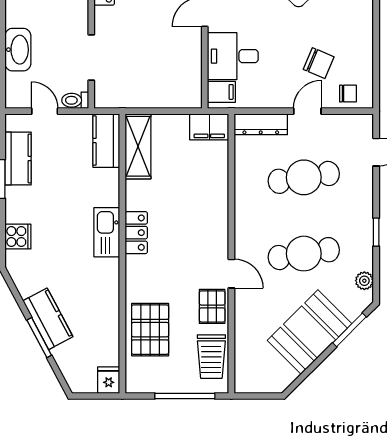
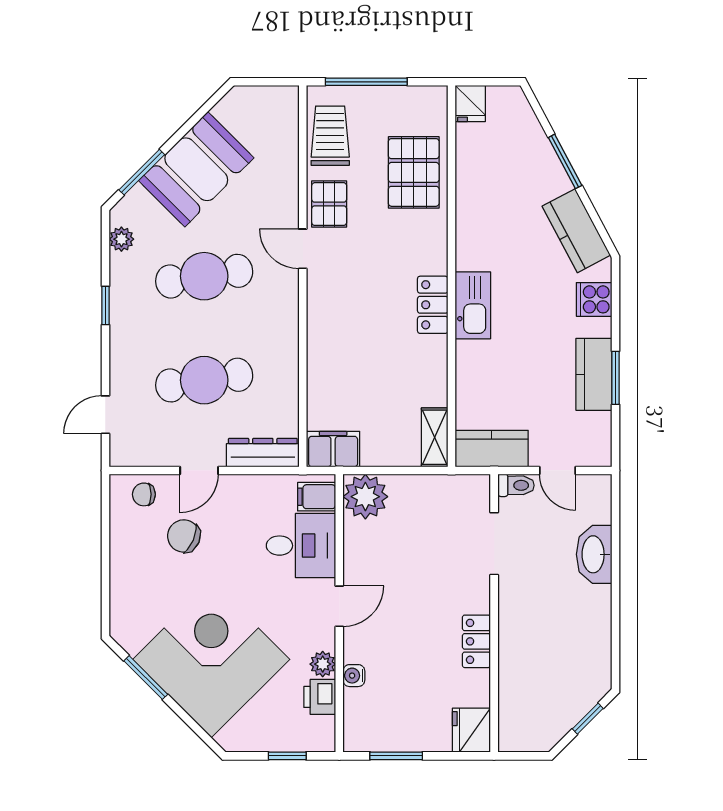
plant: (186, 92) -> (365, 497), added
kitchen counter: (106, 141) -> (492, 449), moved, turned -90
shelving: (138, 146) -> (435, 437), width x0.67, depth x0.75
kitchen counter: (18, 158) -> (594, 374), moved
kitchen counter: (48, 319) -> (576, 231), moved

